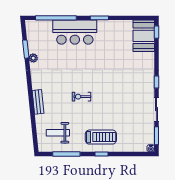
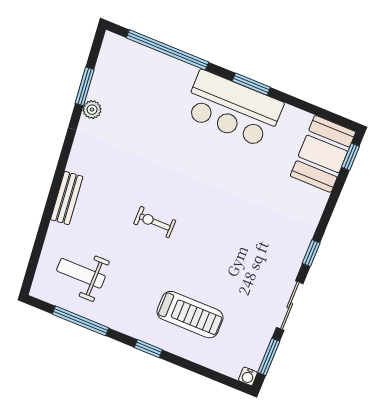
bar counter: (75, 32) -> (233, 109), moved
treadmill: (101, 137) -> (190, 315), moved

